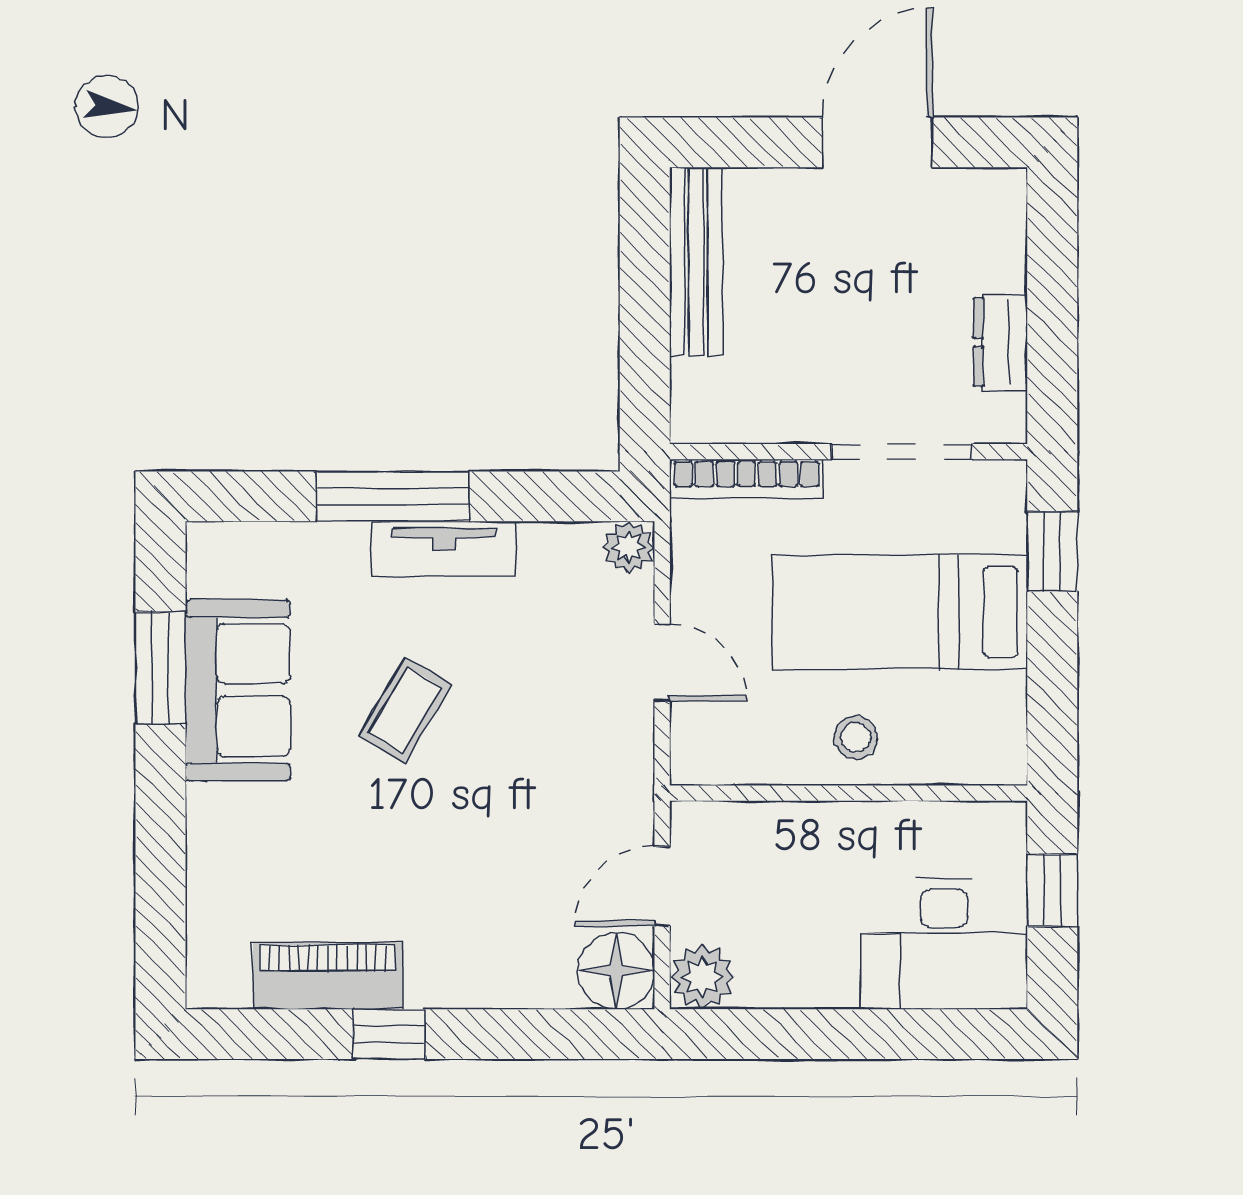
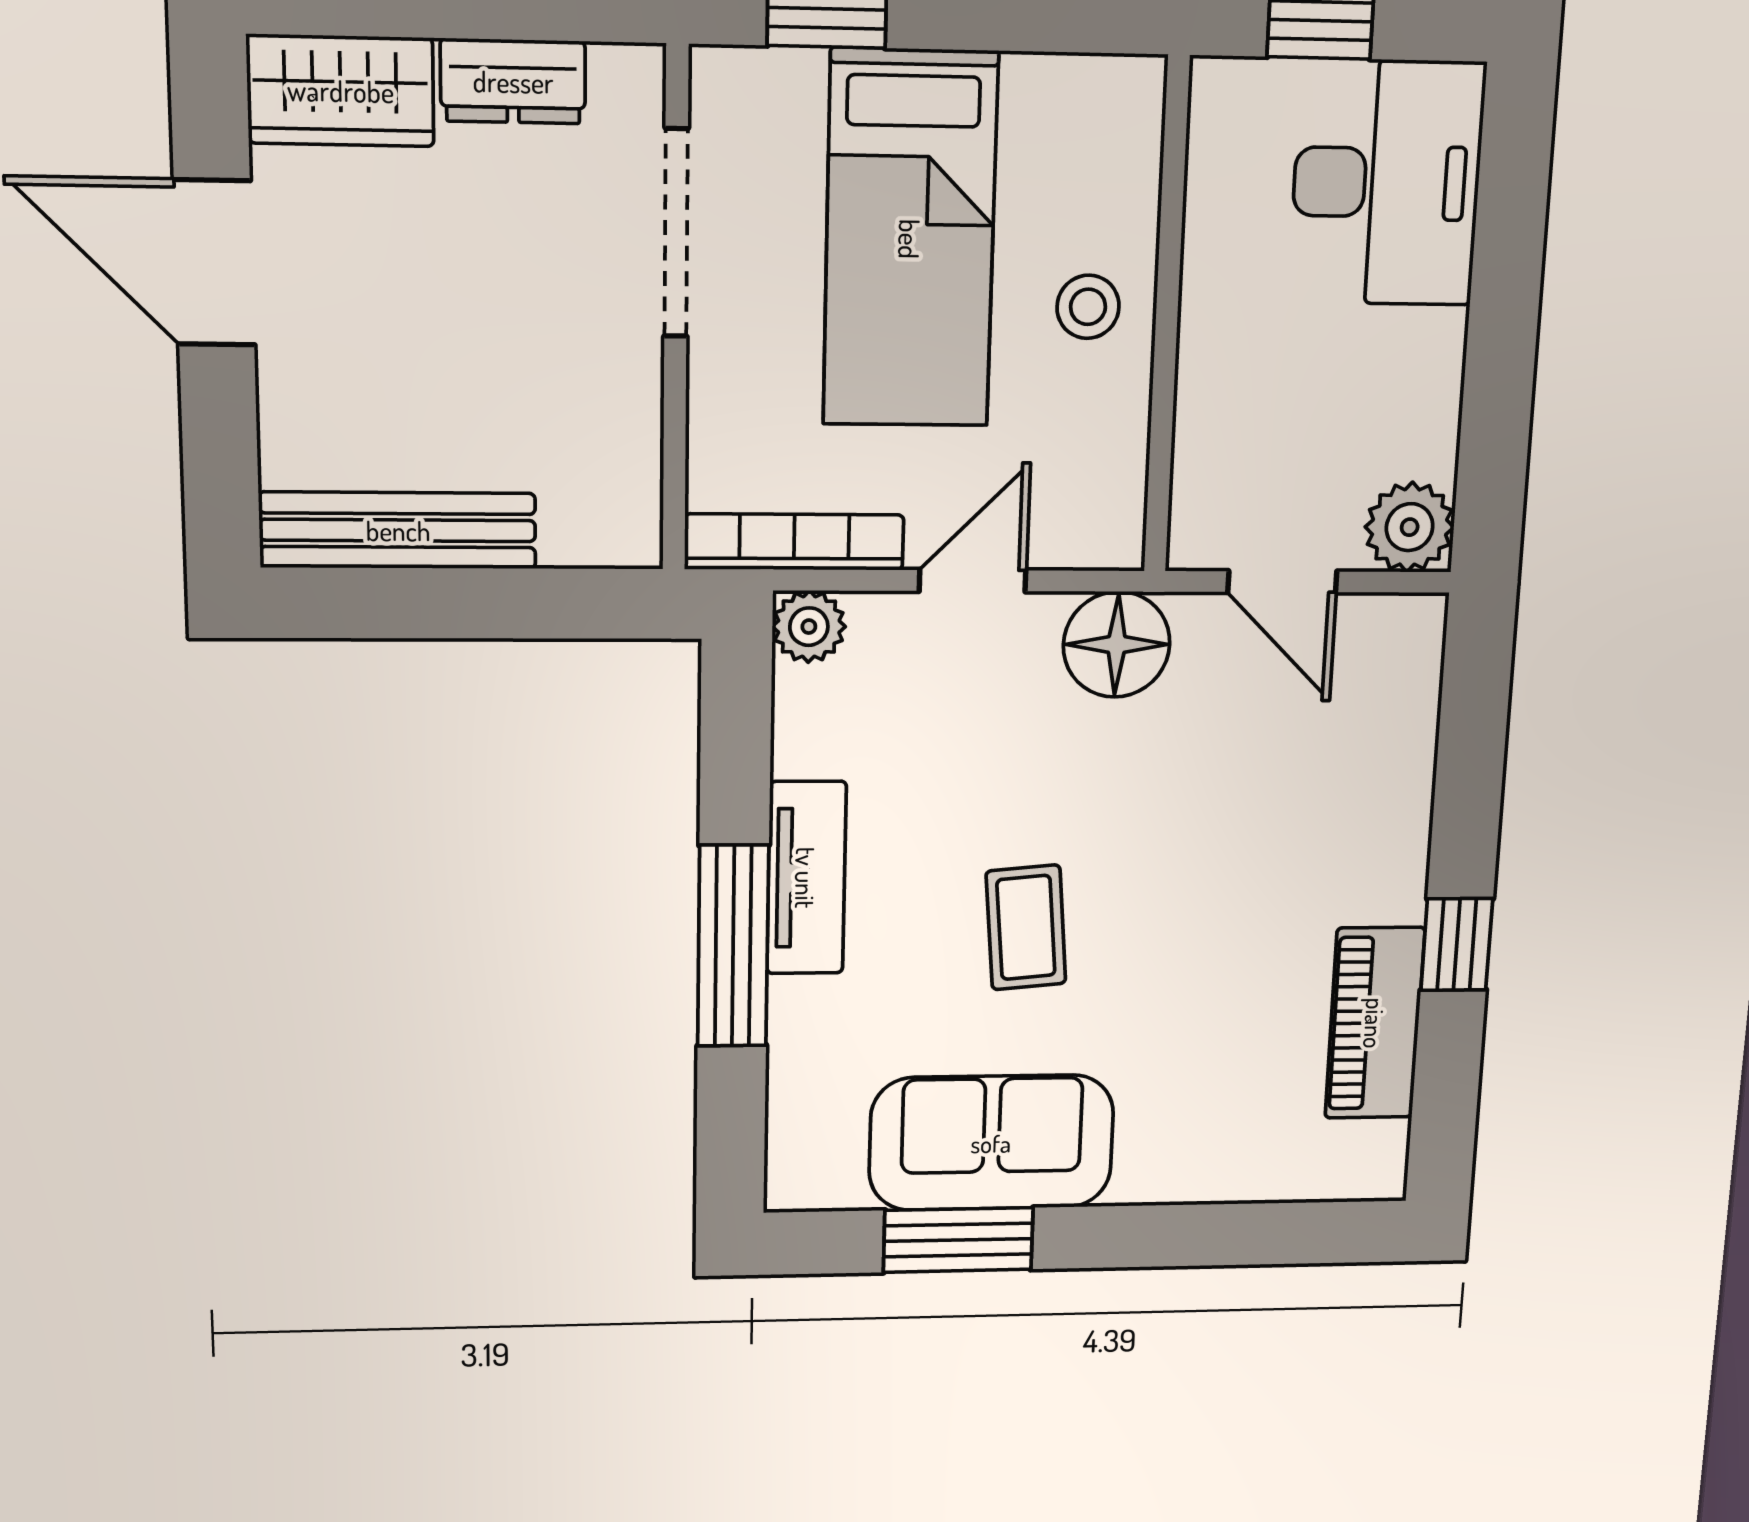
wardrobe: (992, 228) -> (340, 90), added
bookcase: (746, 479) -> (794, 542), moved, turned -90
coffee table: (405, 710) -> (1026, 927), turned 54
floor lamp: (616, 971) -> (1117, 644), moved

